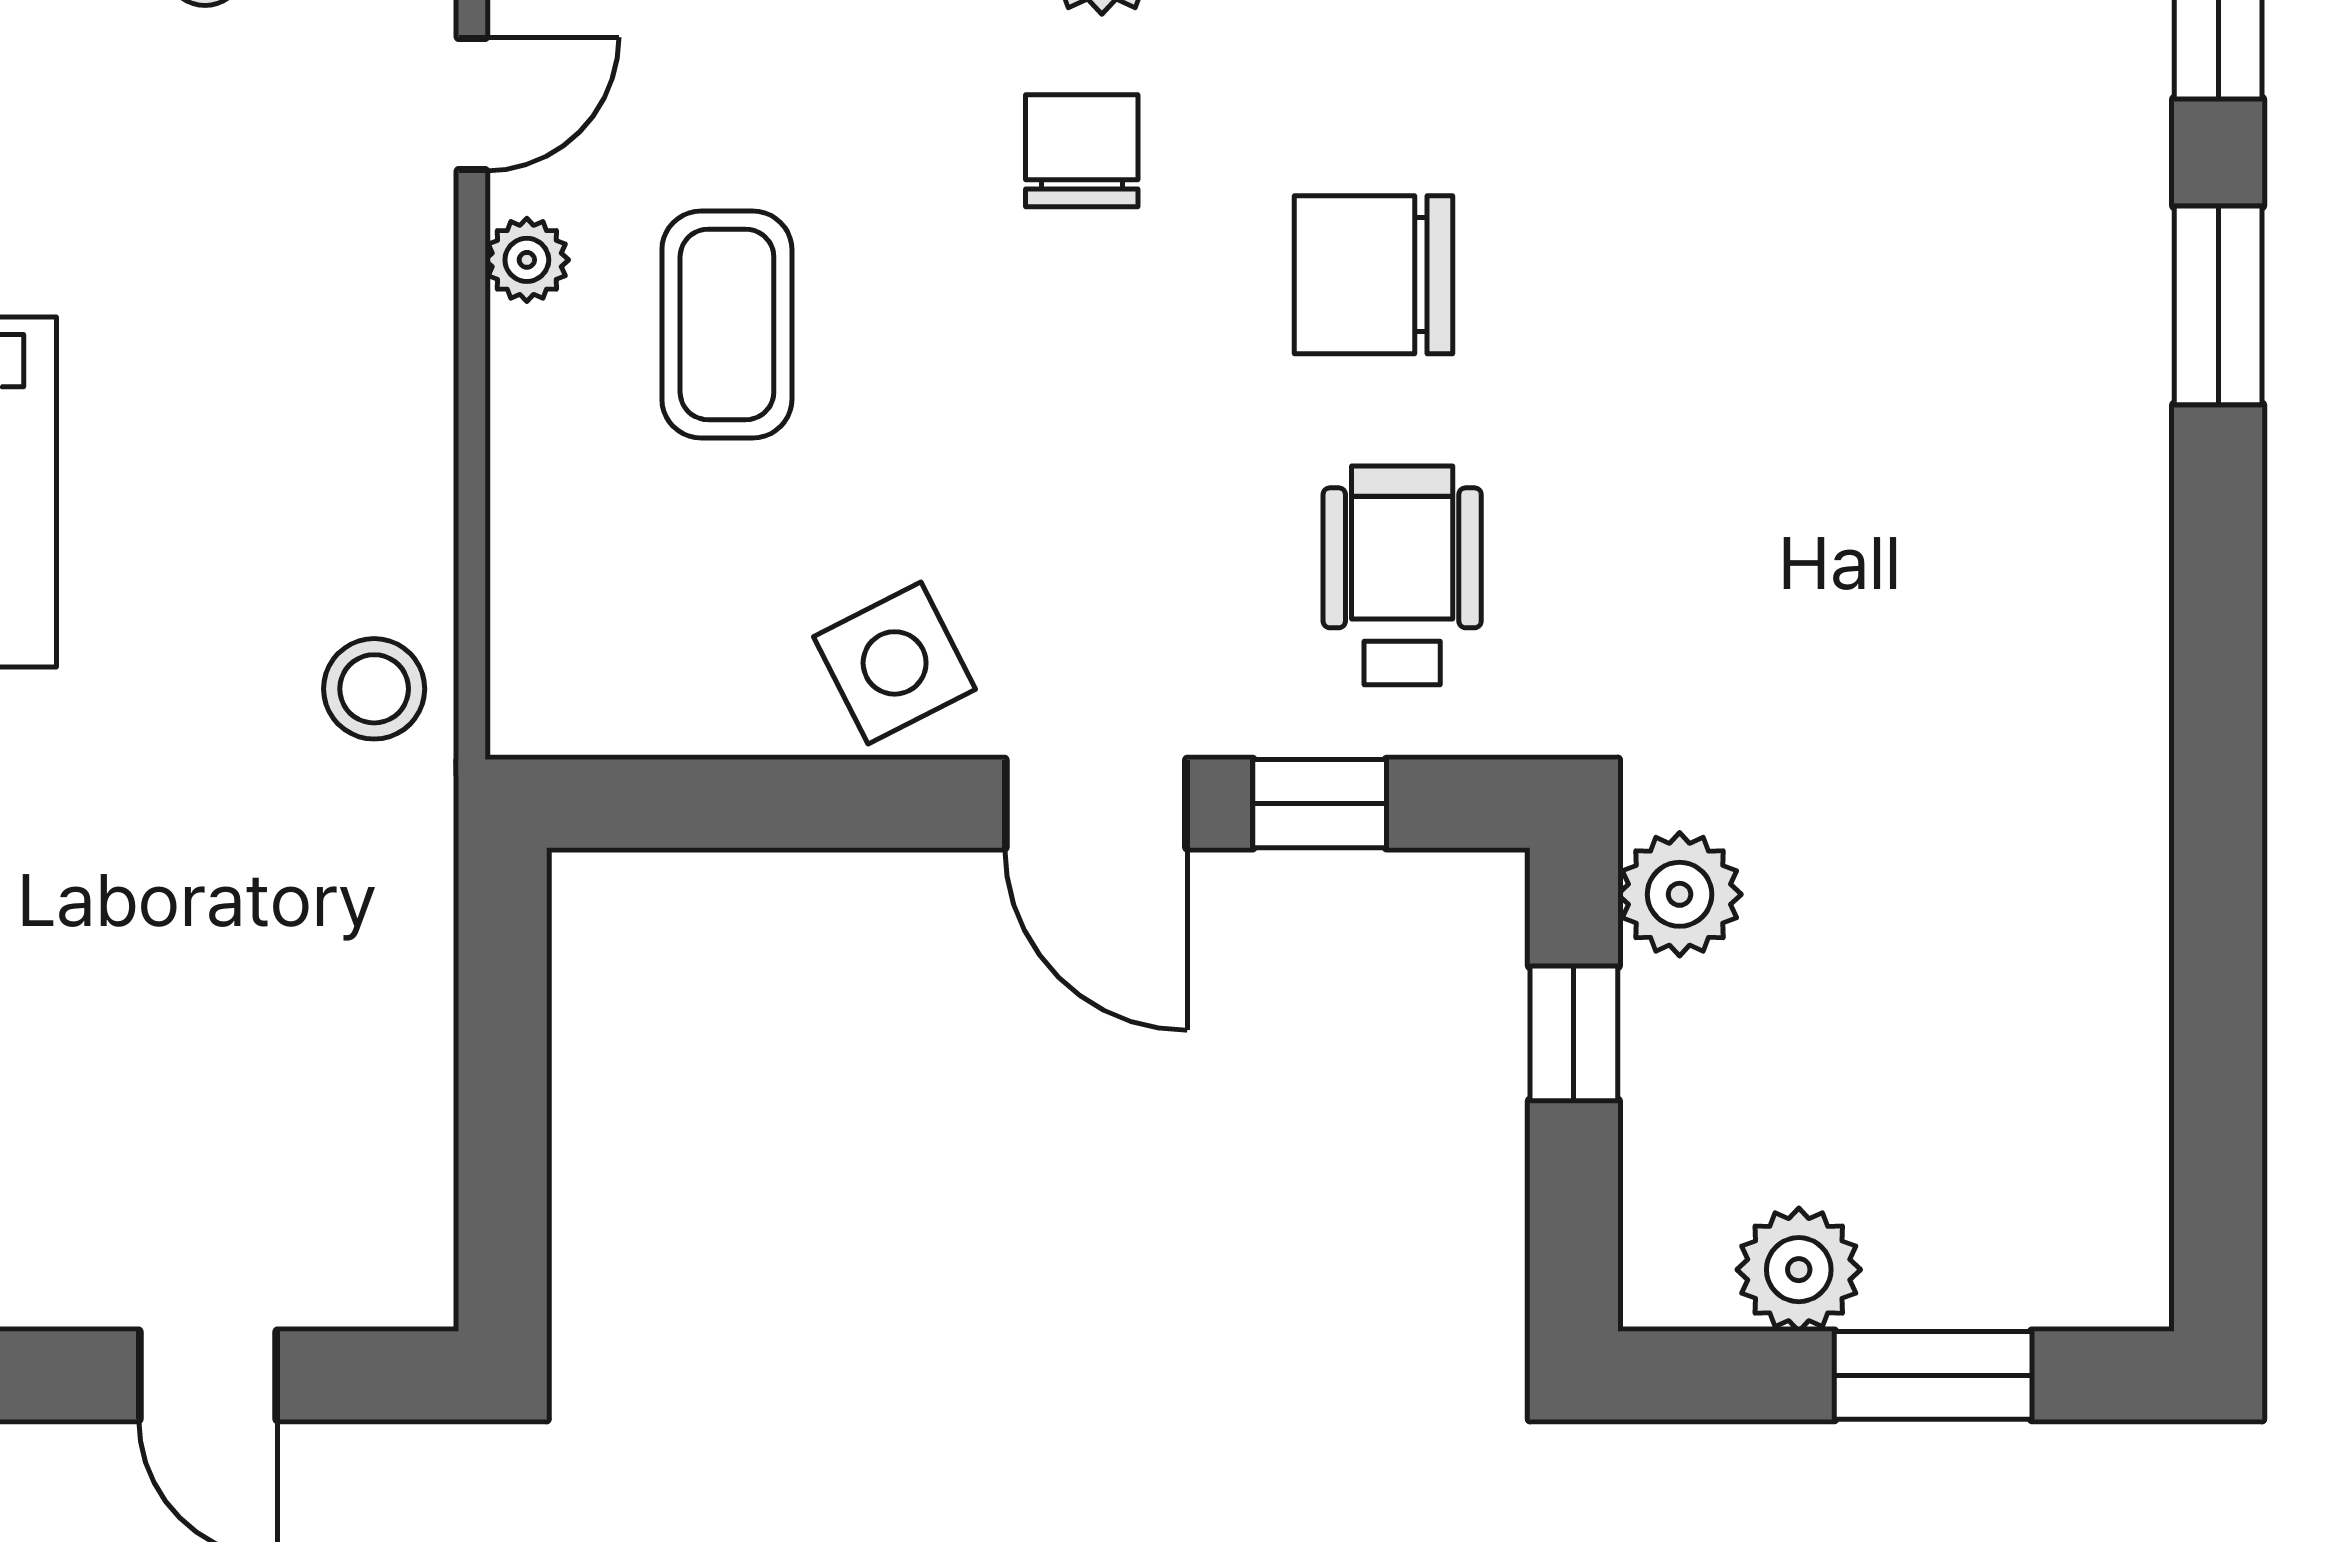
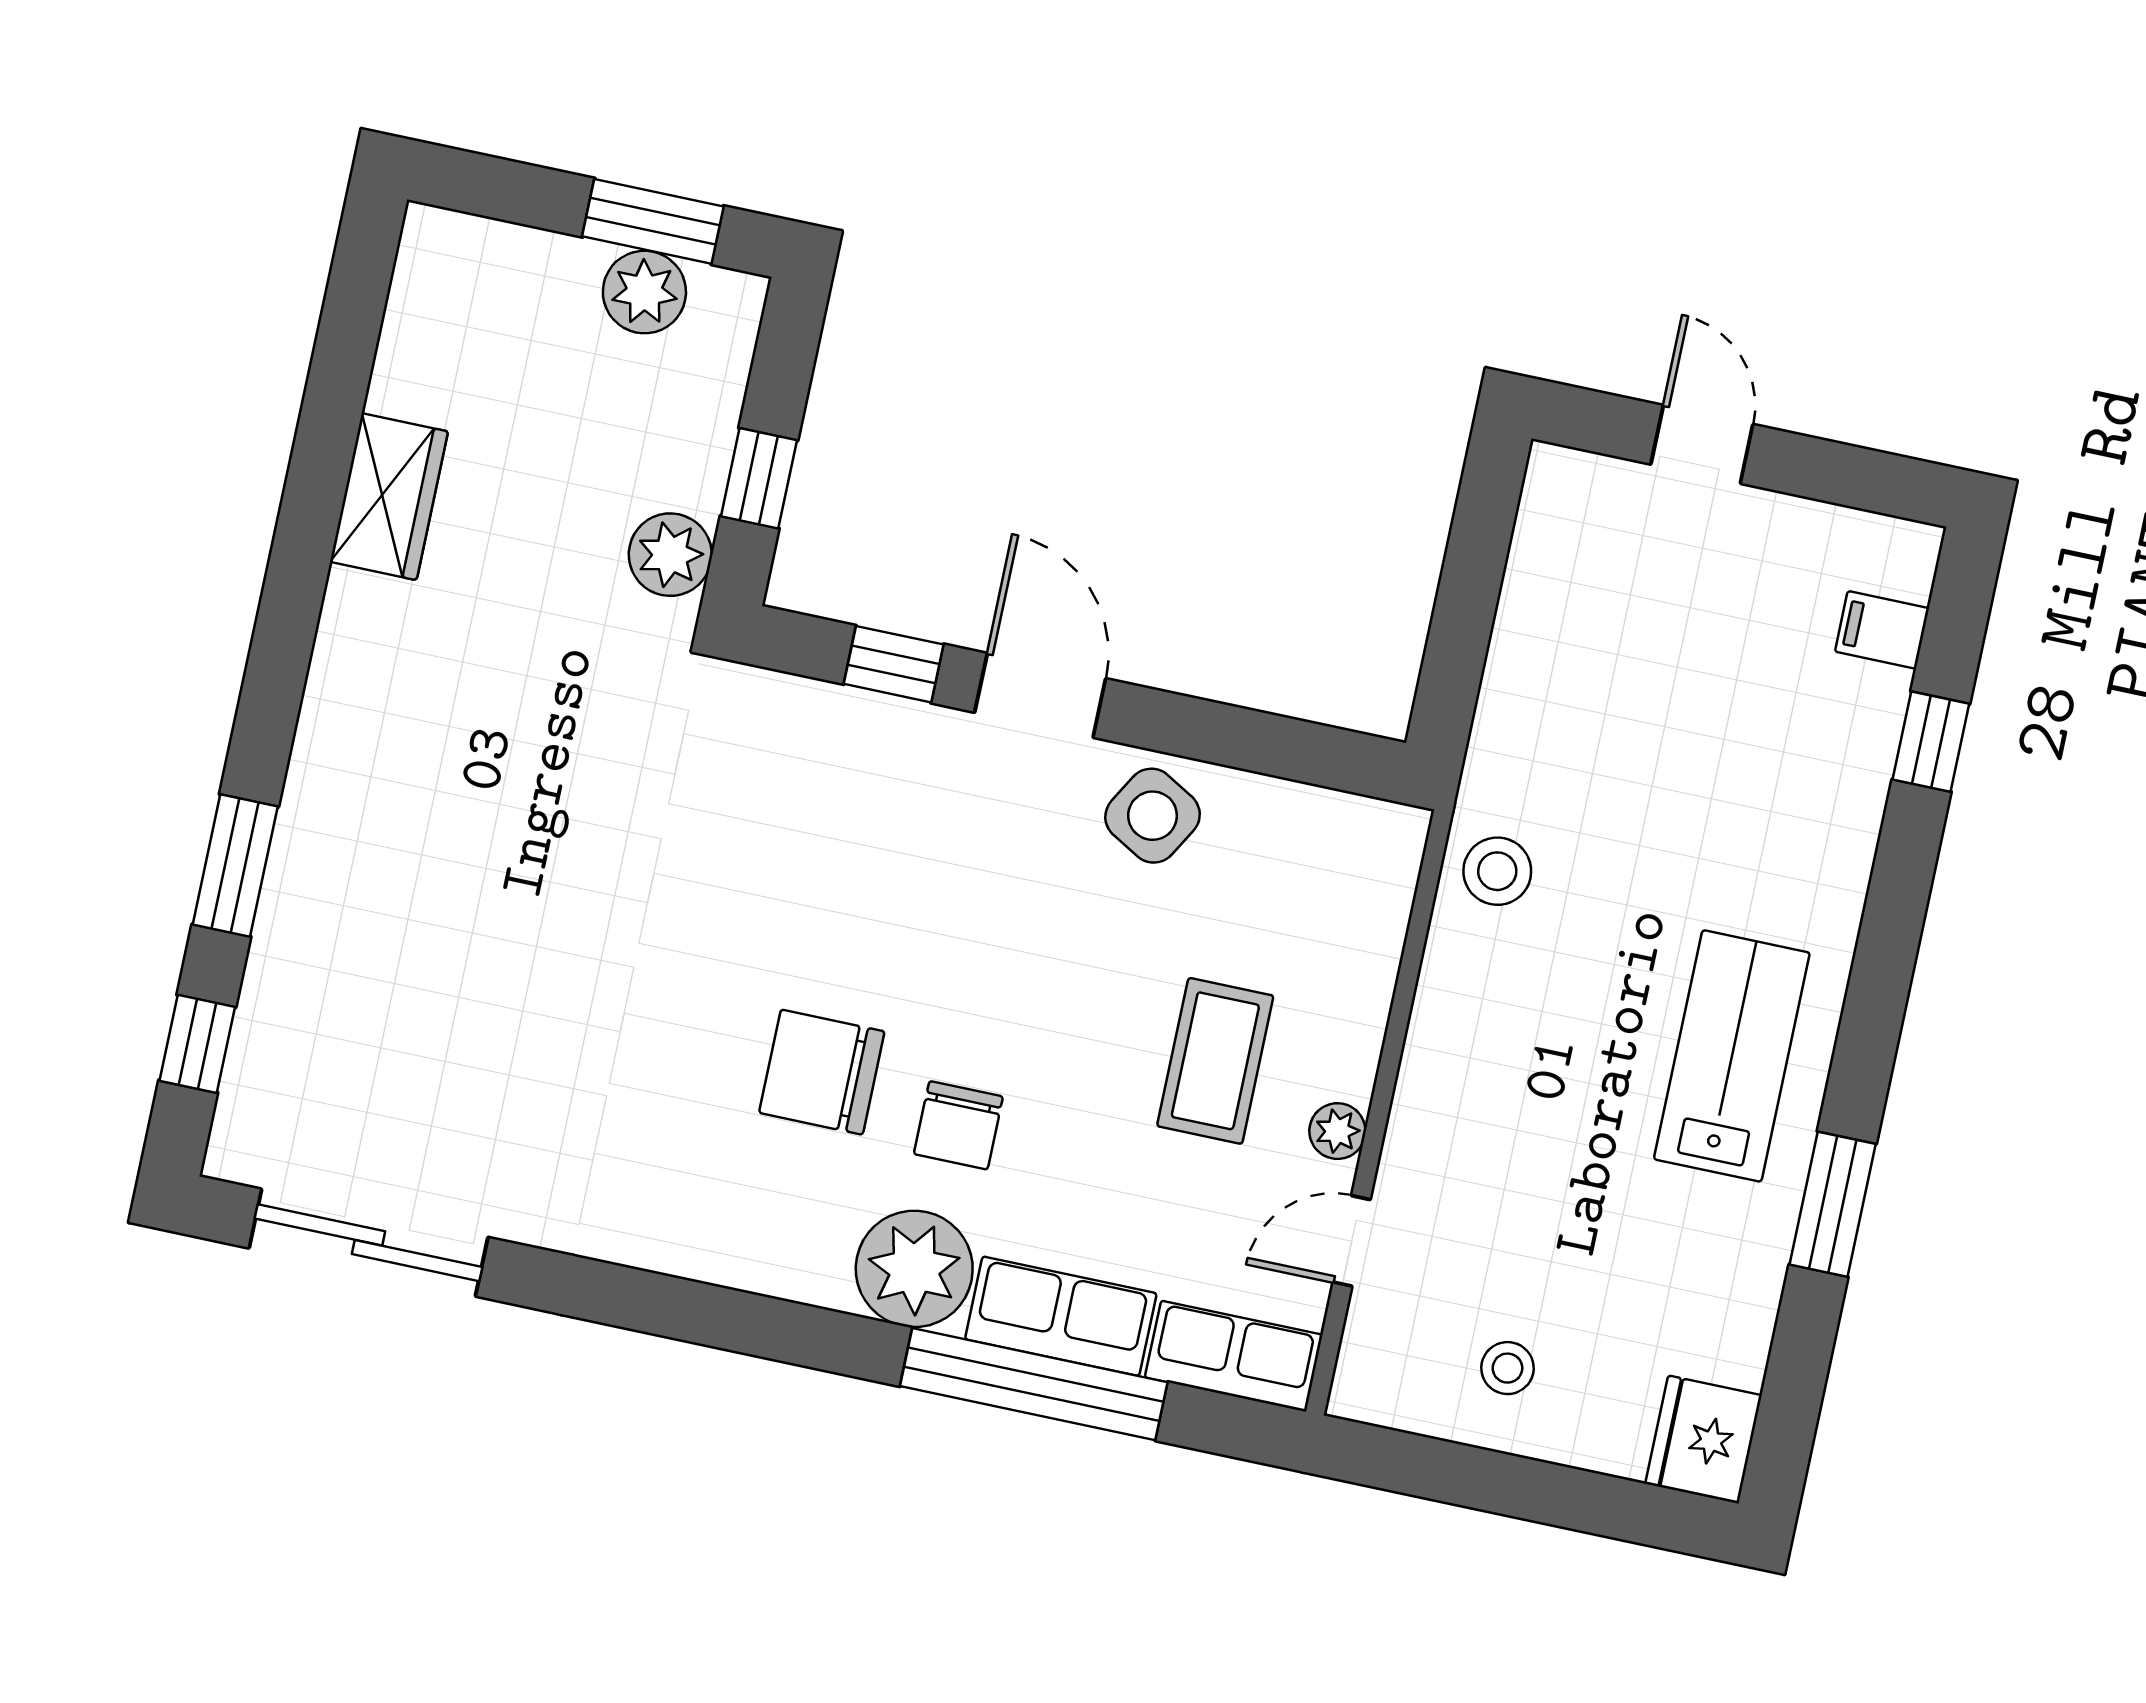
chair: (1373, 275) -> (822, 1072), moved, turned 180
wheelchair: (1402, 575) -> (808, 802), removed
side table: (895, 663) -> (1153, 816), turned -33
wardrobe: (2108, 892) -> (389, 497), added
window: (1933, 1375) -> (653, 221), moved

